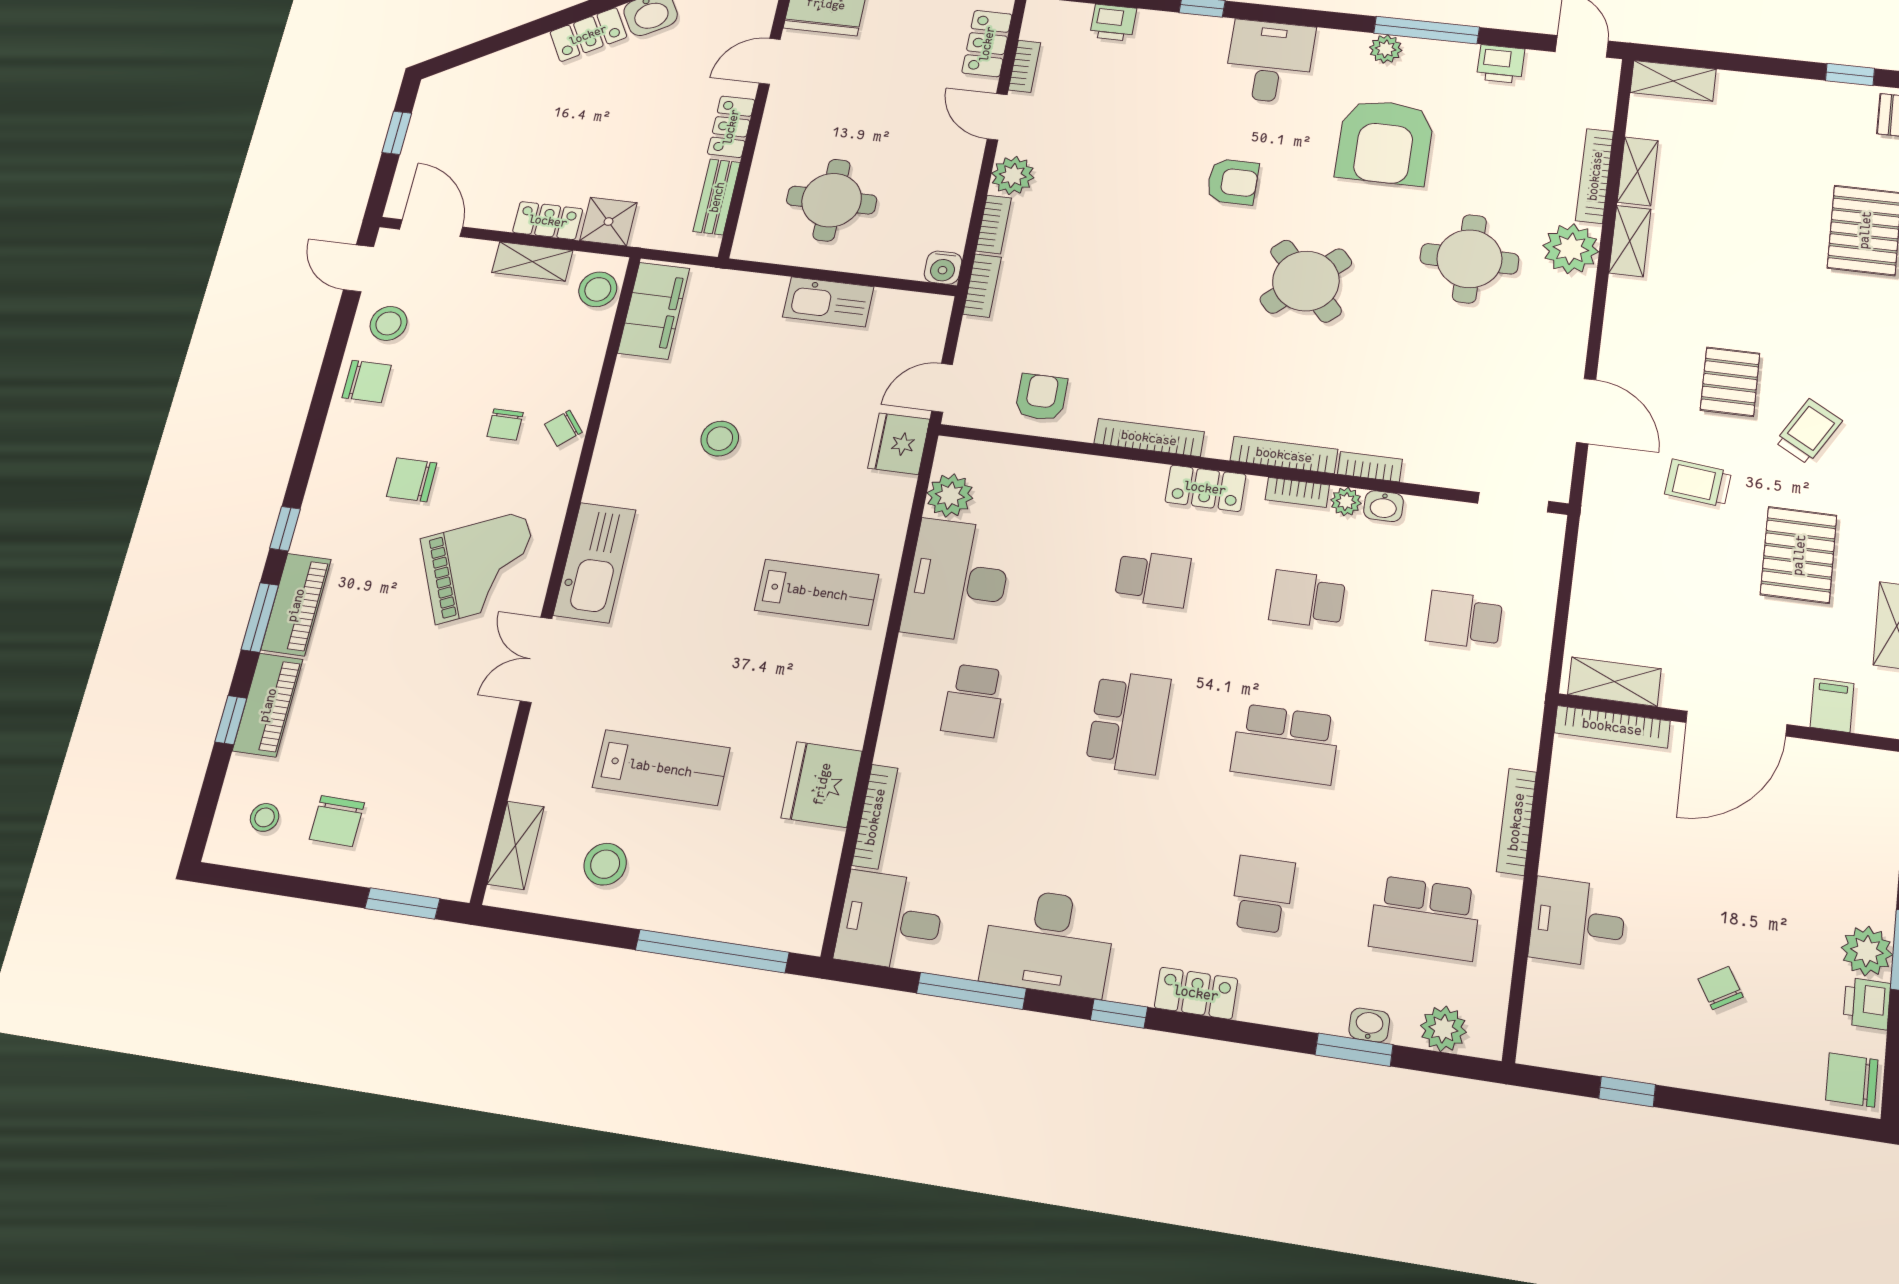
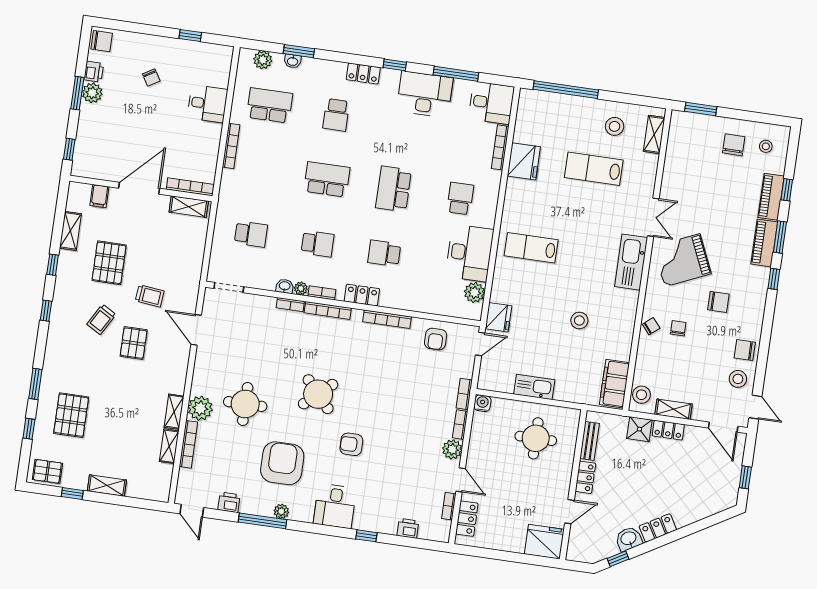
shelving: (1673, 81) -> (107, 486), moved

